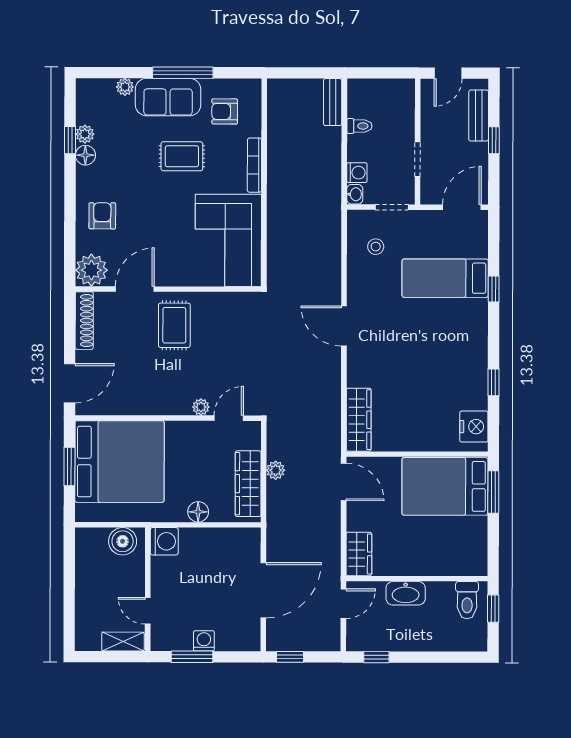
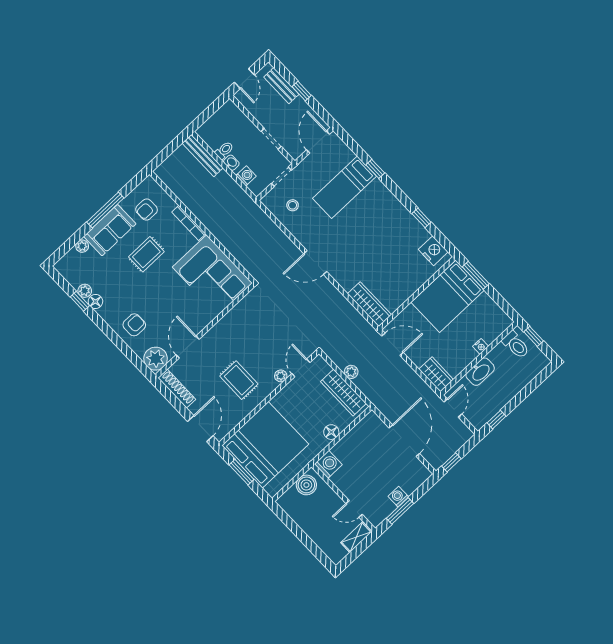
bench: (333, 102) -> (203, 156), width x1.36
washbasin: (355, 194) -> (231, 163), moved
armchair: (102, 216) -> (134, 325), turned 90
rug: (174, 325) -> (239, 380), moved
nightstand: (430, 568) -> (481, 346), added

